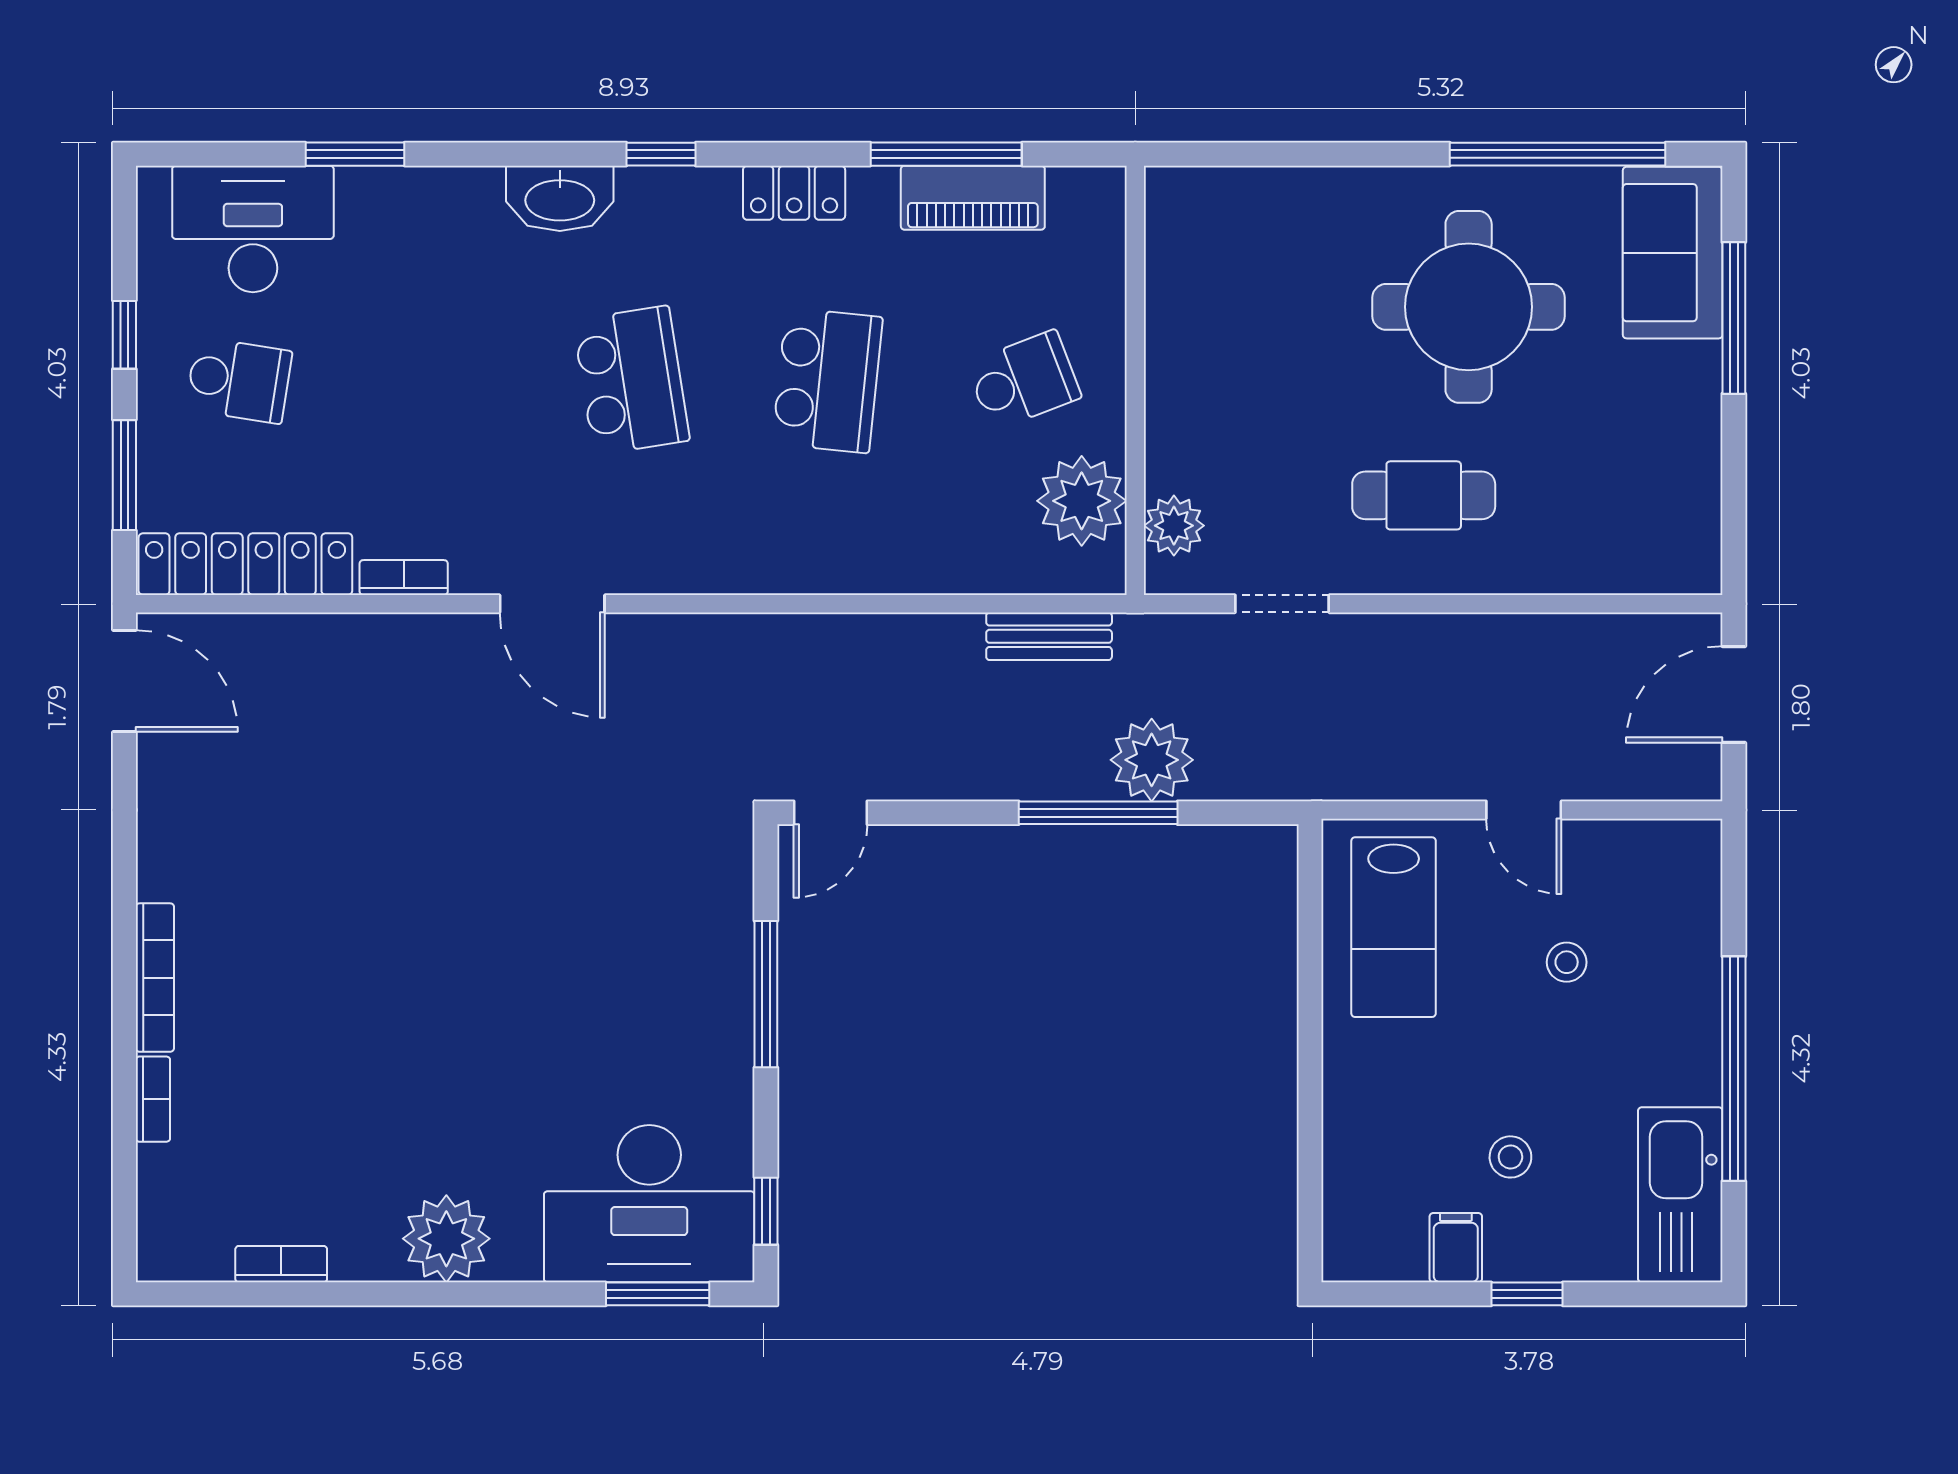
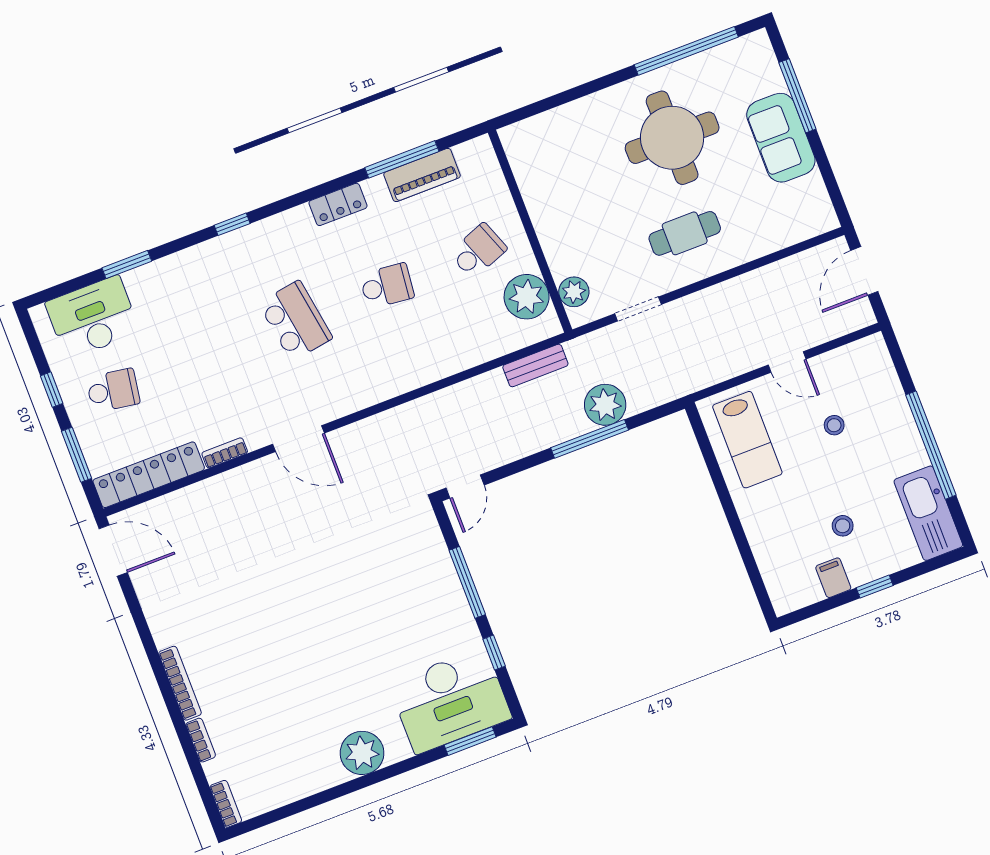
window: (661, 154) -> (232, 224), moved
washbasin: (560, 198) -> (230, 249), removed
sofa: (1673, 253) -> (781, 138), moved
school desk: (827, 380) -> (387, 286), width x0.54
window: (766, 1211) -> (494, 653), moved
bookcase: (281, 1264) -> (226, 804), moved, turned 90

